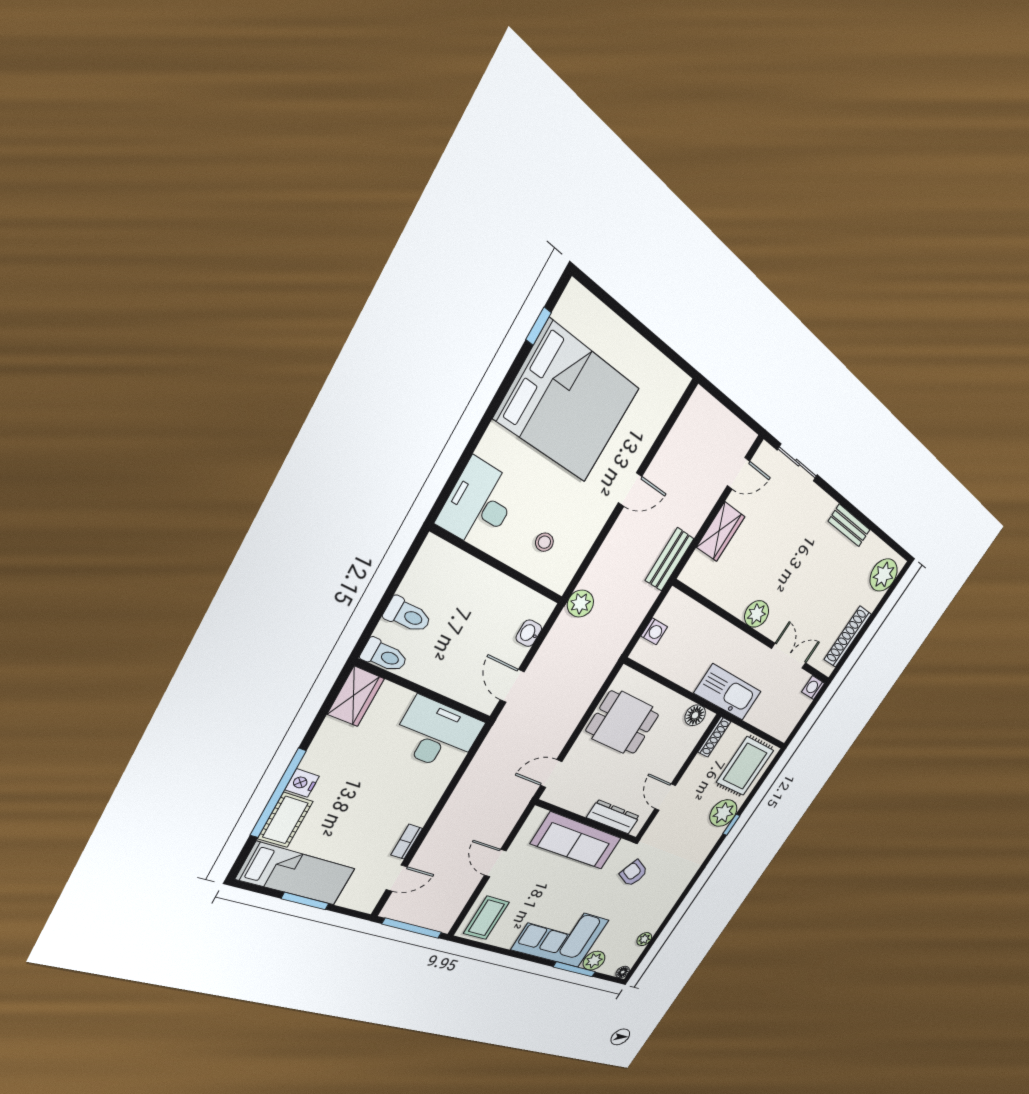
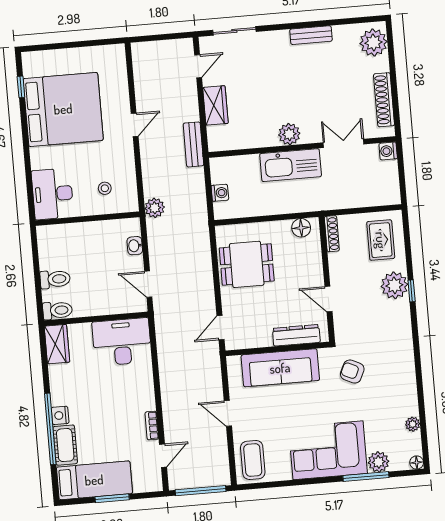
kitchen sink: (728, 692) -> (291, 165), moved, turned 180
rug: (745, 766) -> (381, 240), width x0.73, depth x0.70

